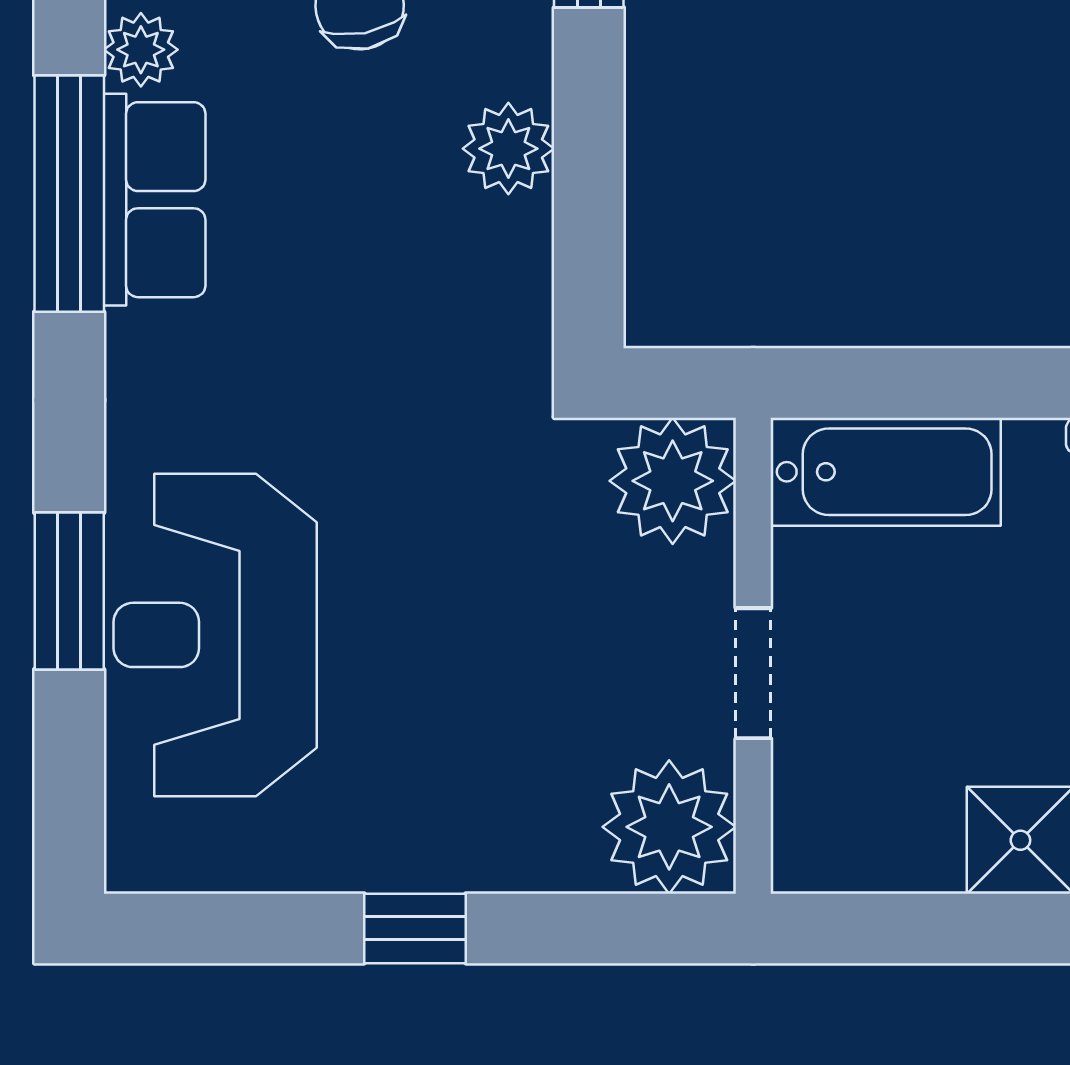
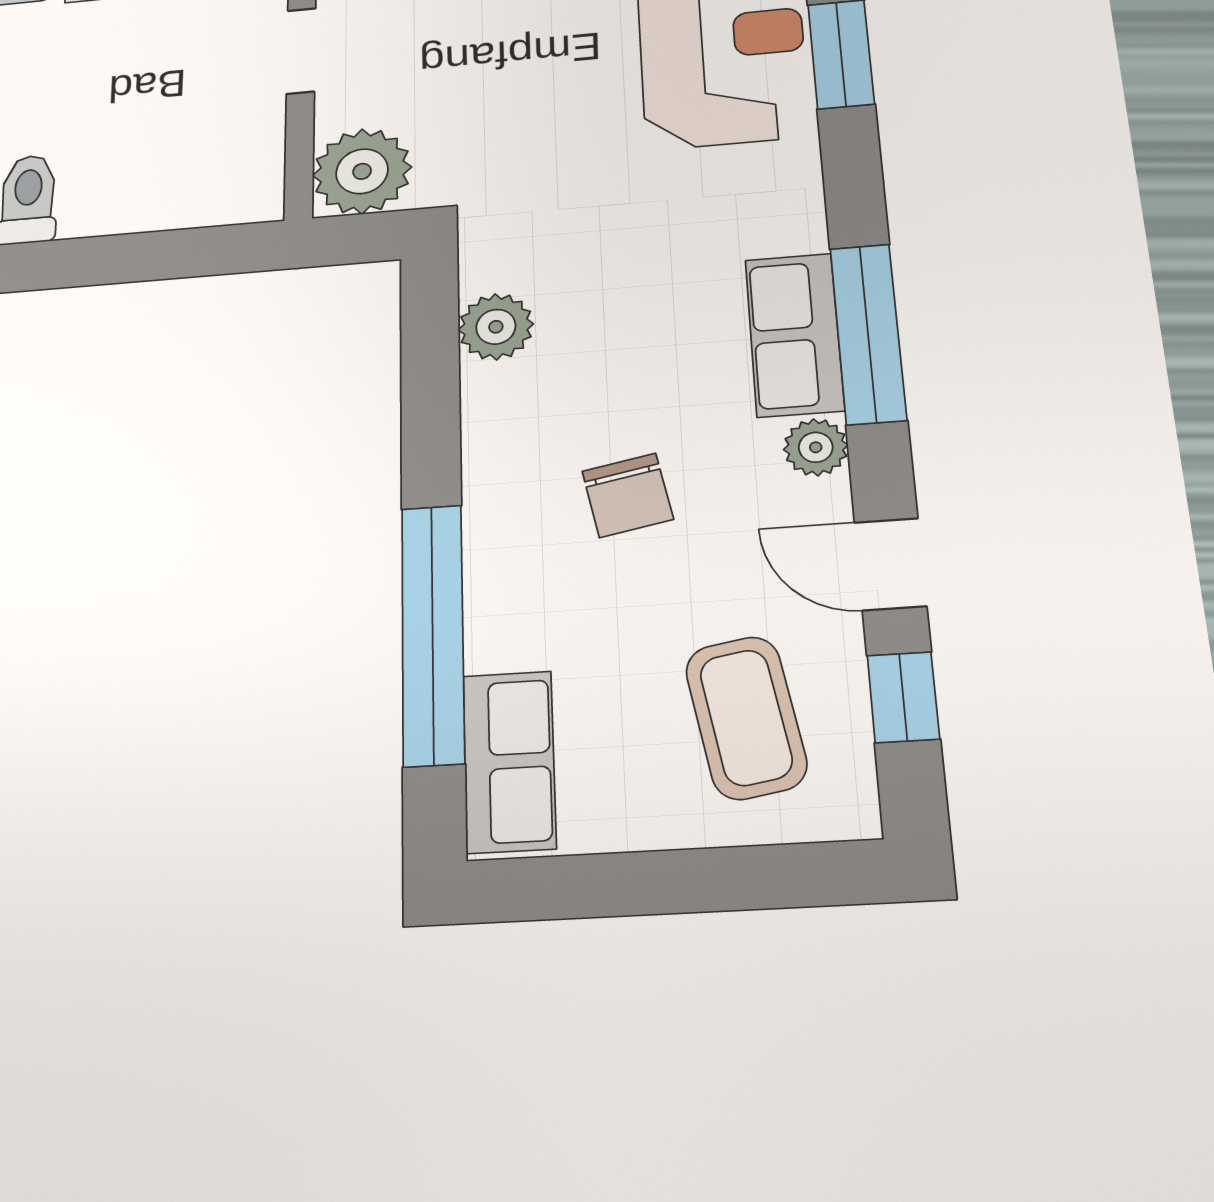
plant: (508, 149) -> (496, 327), moved
bathtub: (886, 472) -> (196, 192), removed

